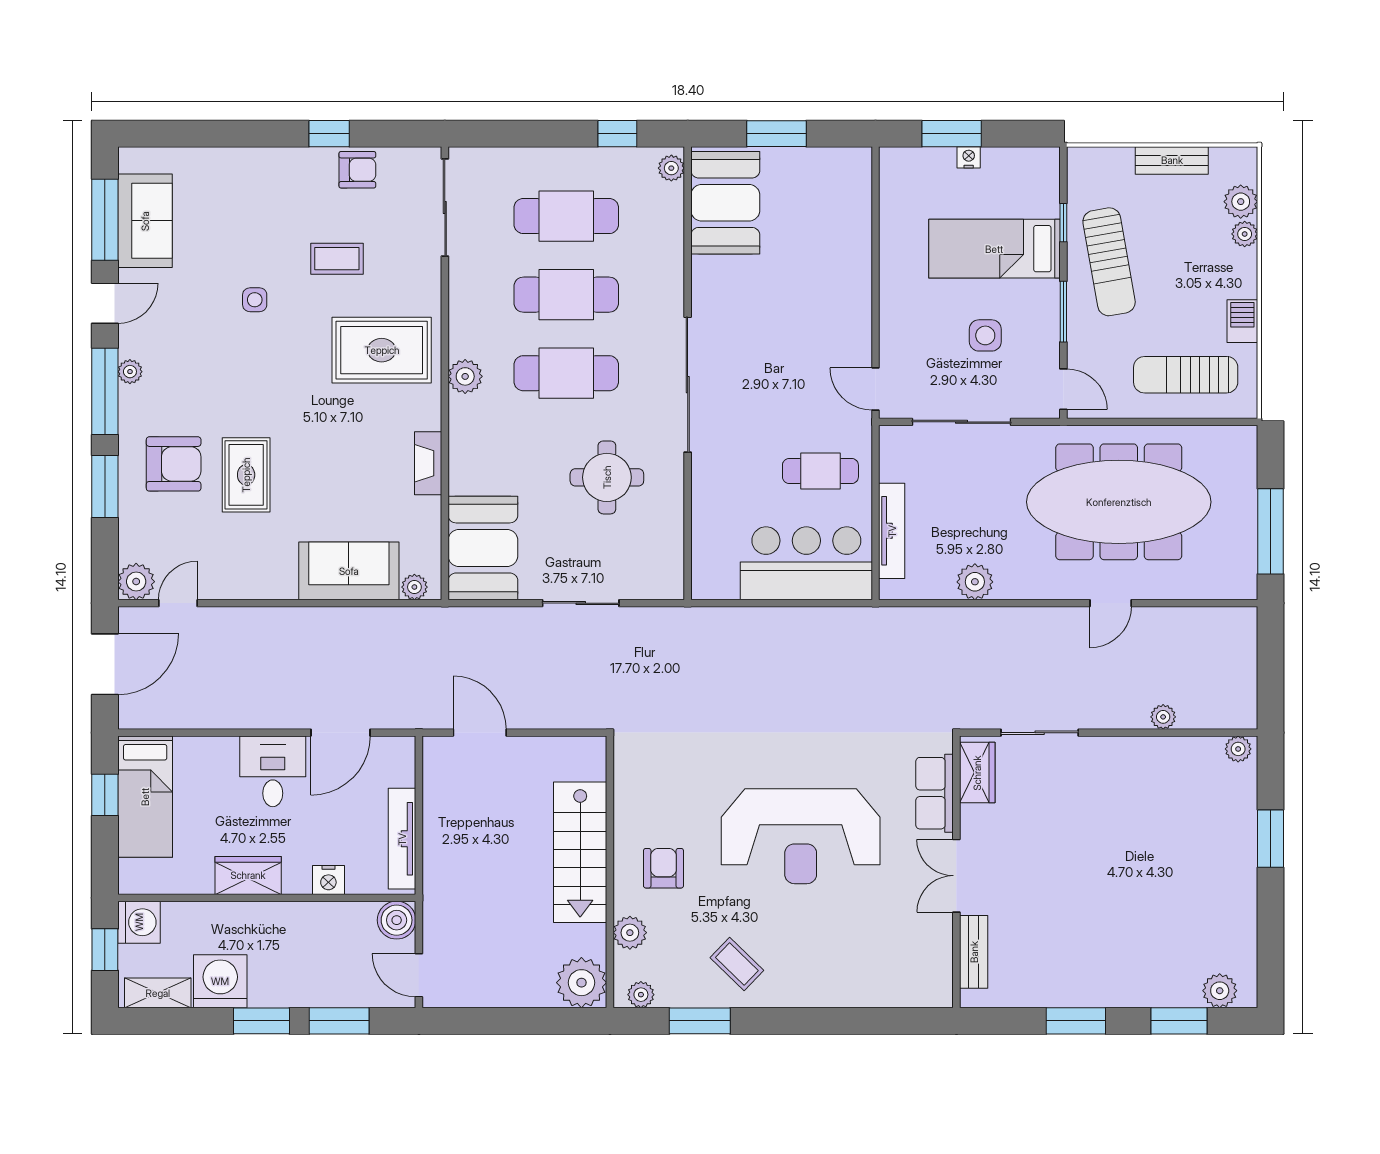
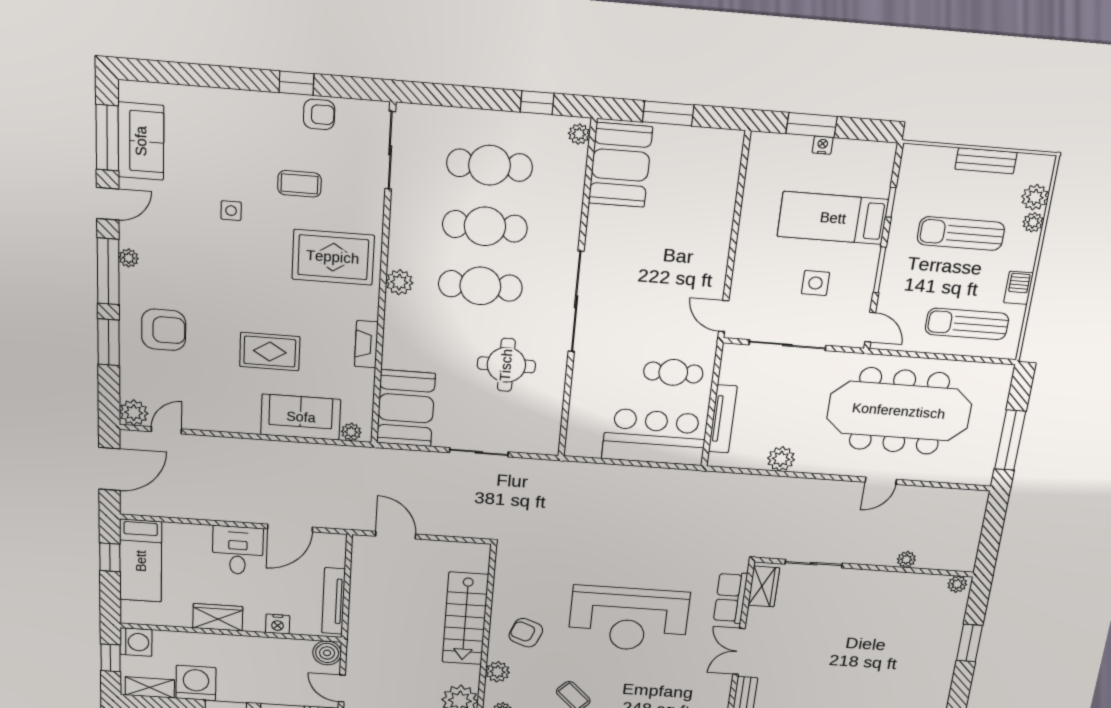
sun lounger: (1109, 262) -> (961, 234), moved, turned 100
rug: (246, 475) -> (270, 352), moved, turned 90
armchair: (663, 868) -> (526, 633), turned -69

